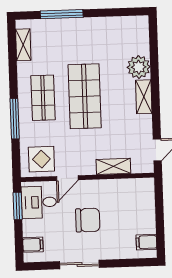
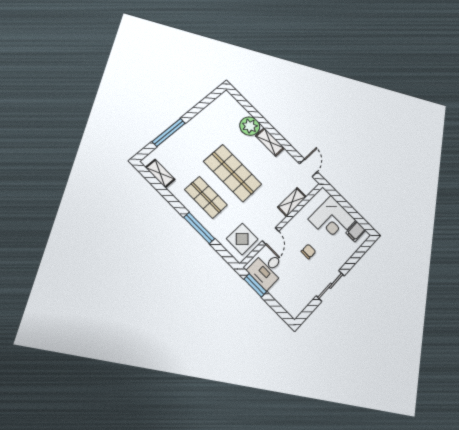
corner desk: (135, 213) -> (332, 220), added
chair: (88, 220) -> (308, 251), width x0.54, depth x0.54
filing cabinet: (33, 245) -> (289, 302), removed

